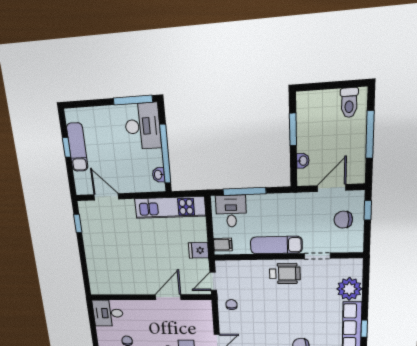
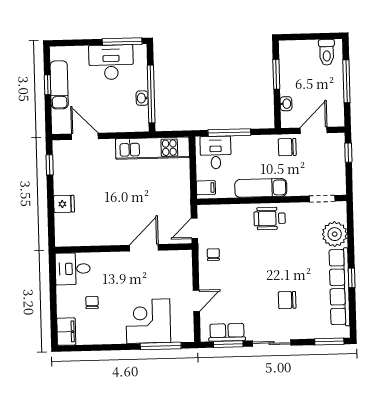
desk: (143, 126) -> (111, 62), moved, turned -90
washbasin: (158, 175) -> (142, 98), moved
chair: (343, 220) -> (287, 147), moved
fridge: (199, 250) -> (64, 204), moved, turned 180
doorway: (317, 256) -> (322, 199), moved
wheelchair: (285, 274) -> (270, 218), turned 180

